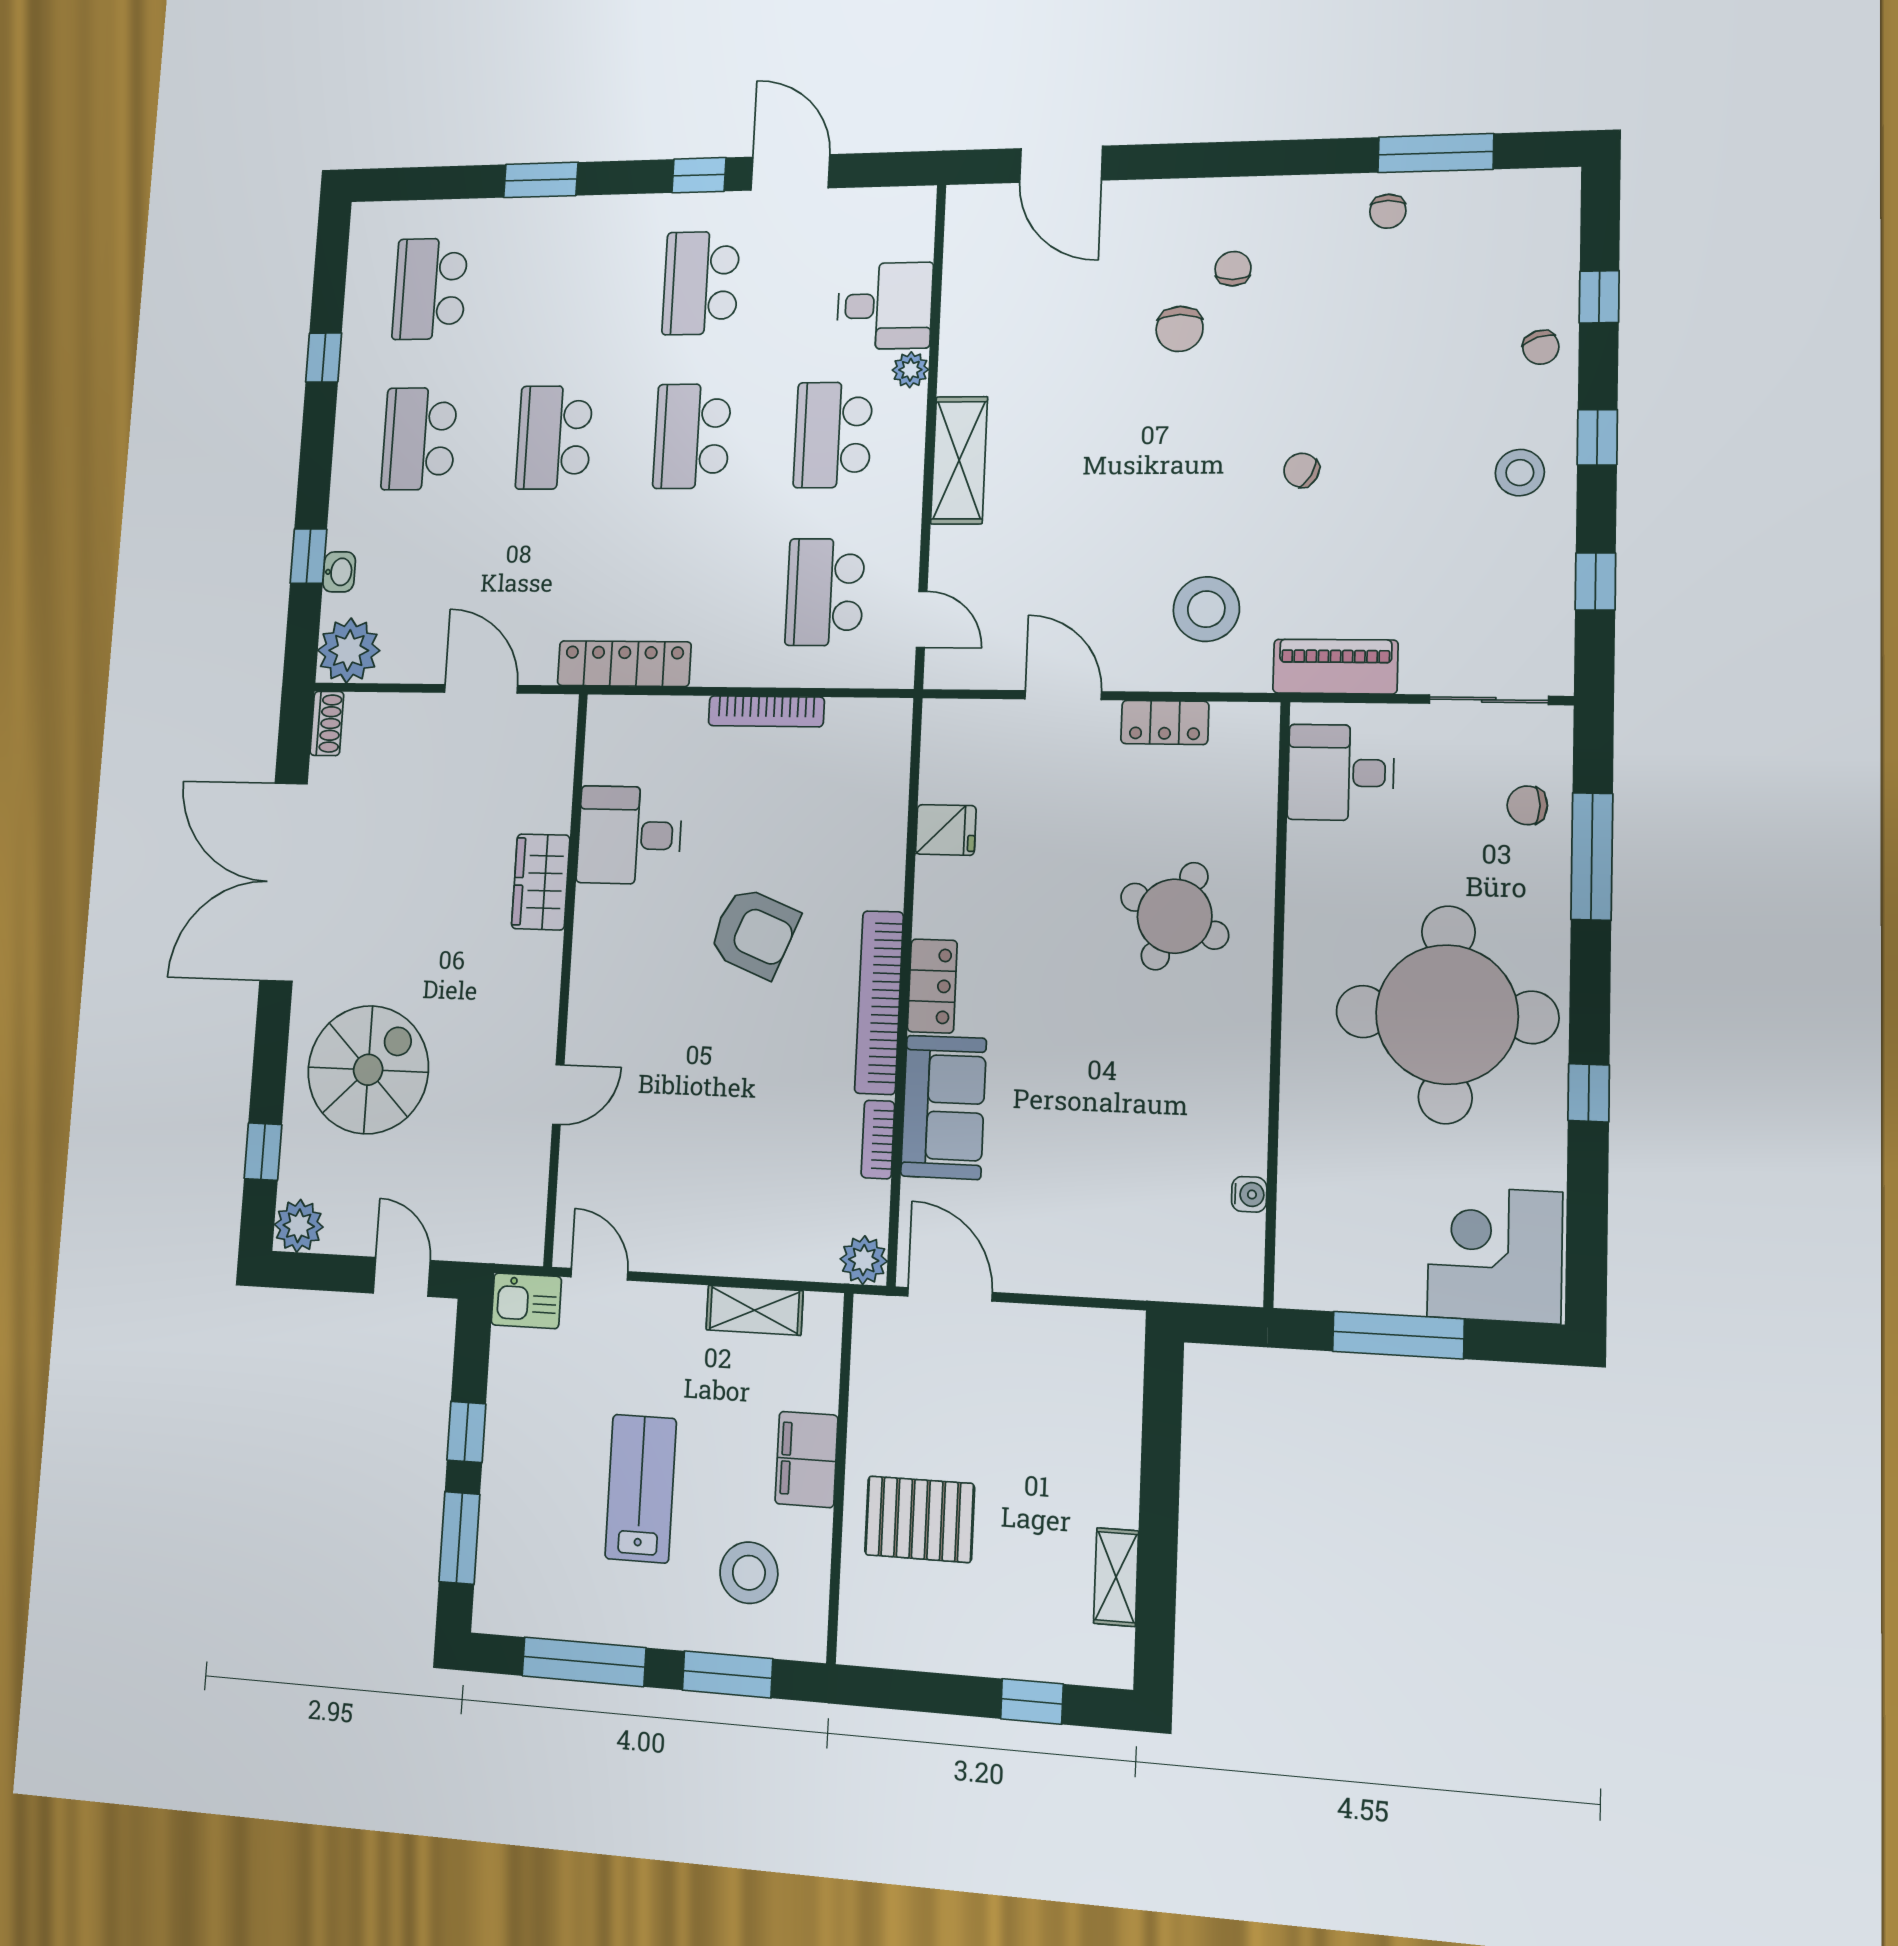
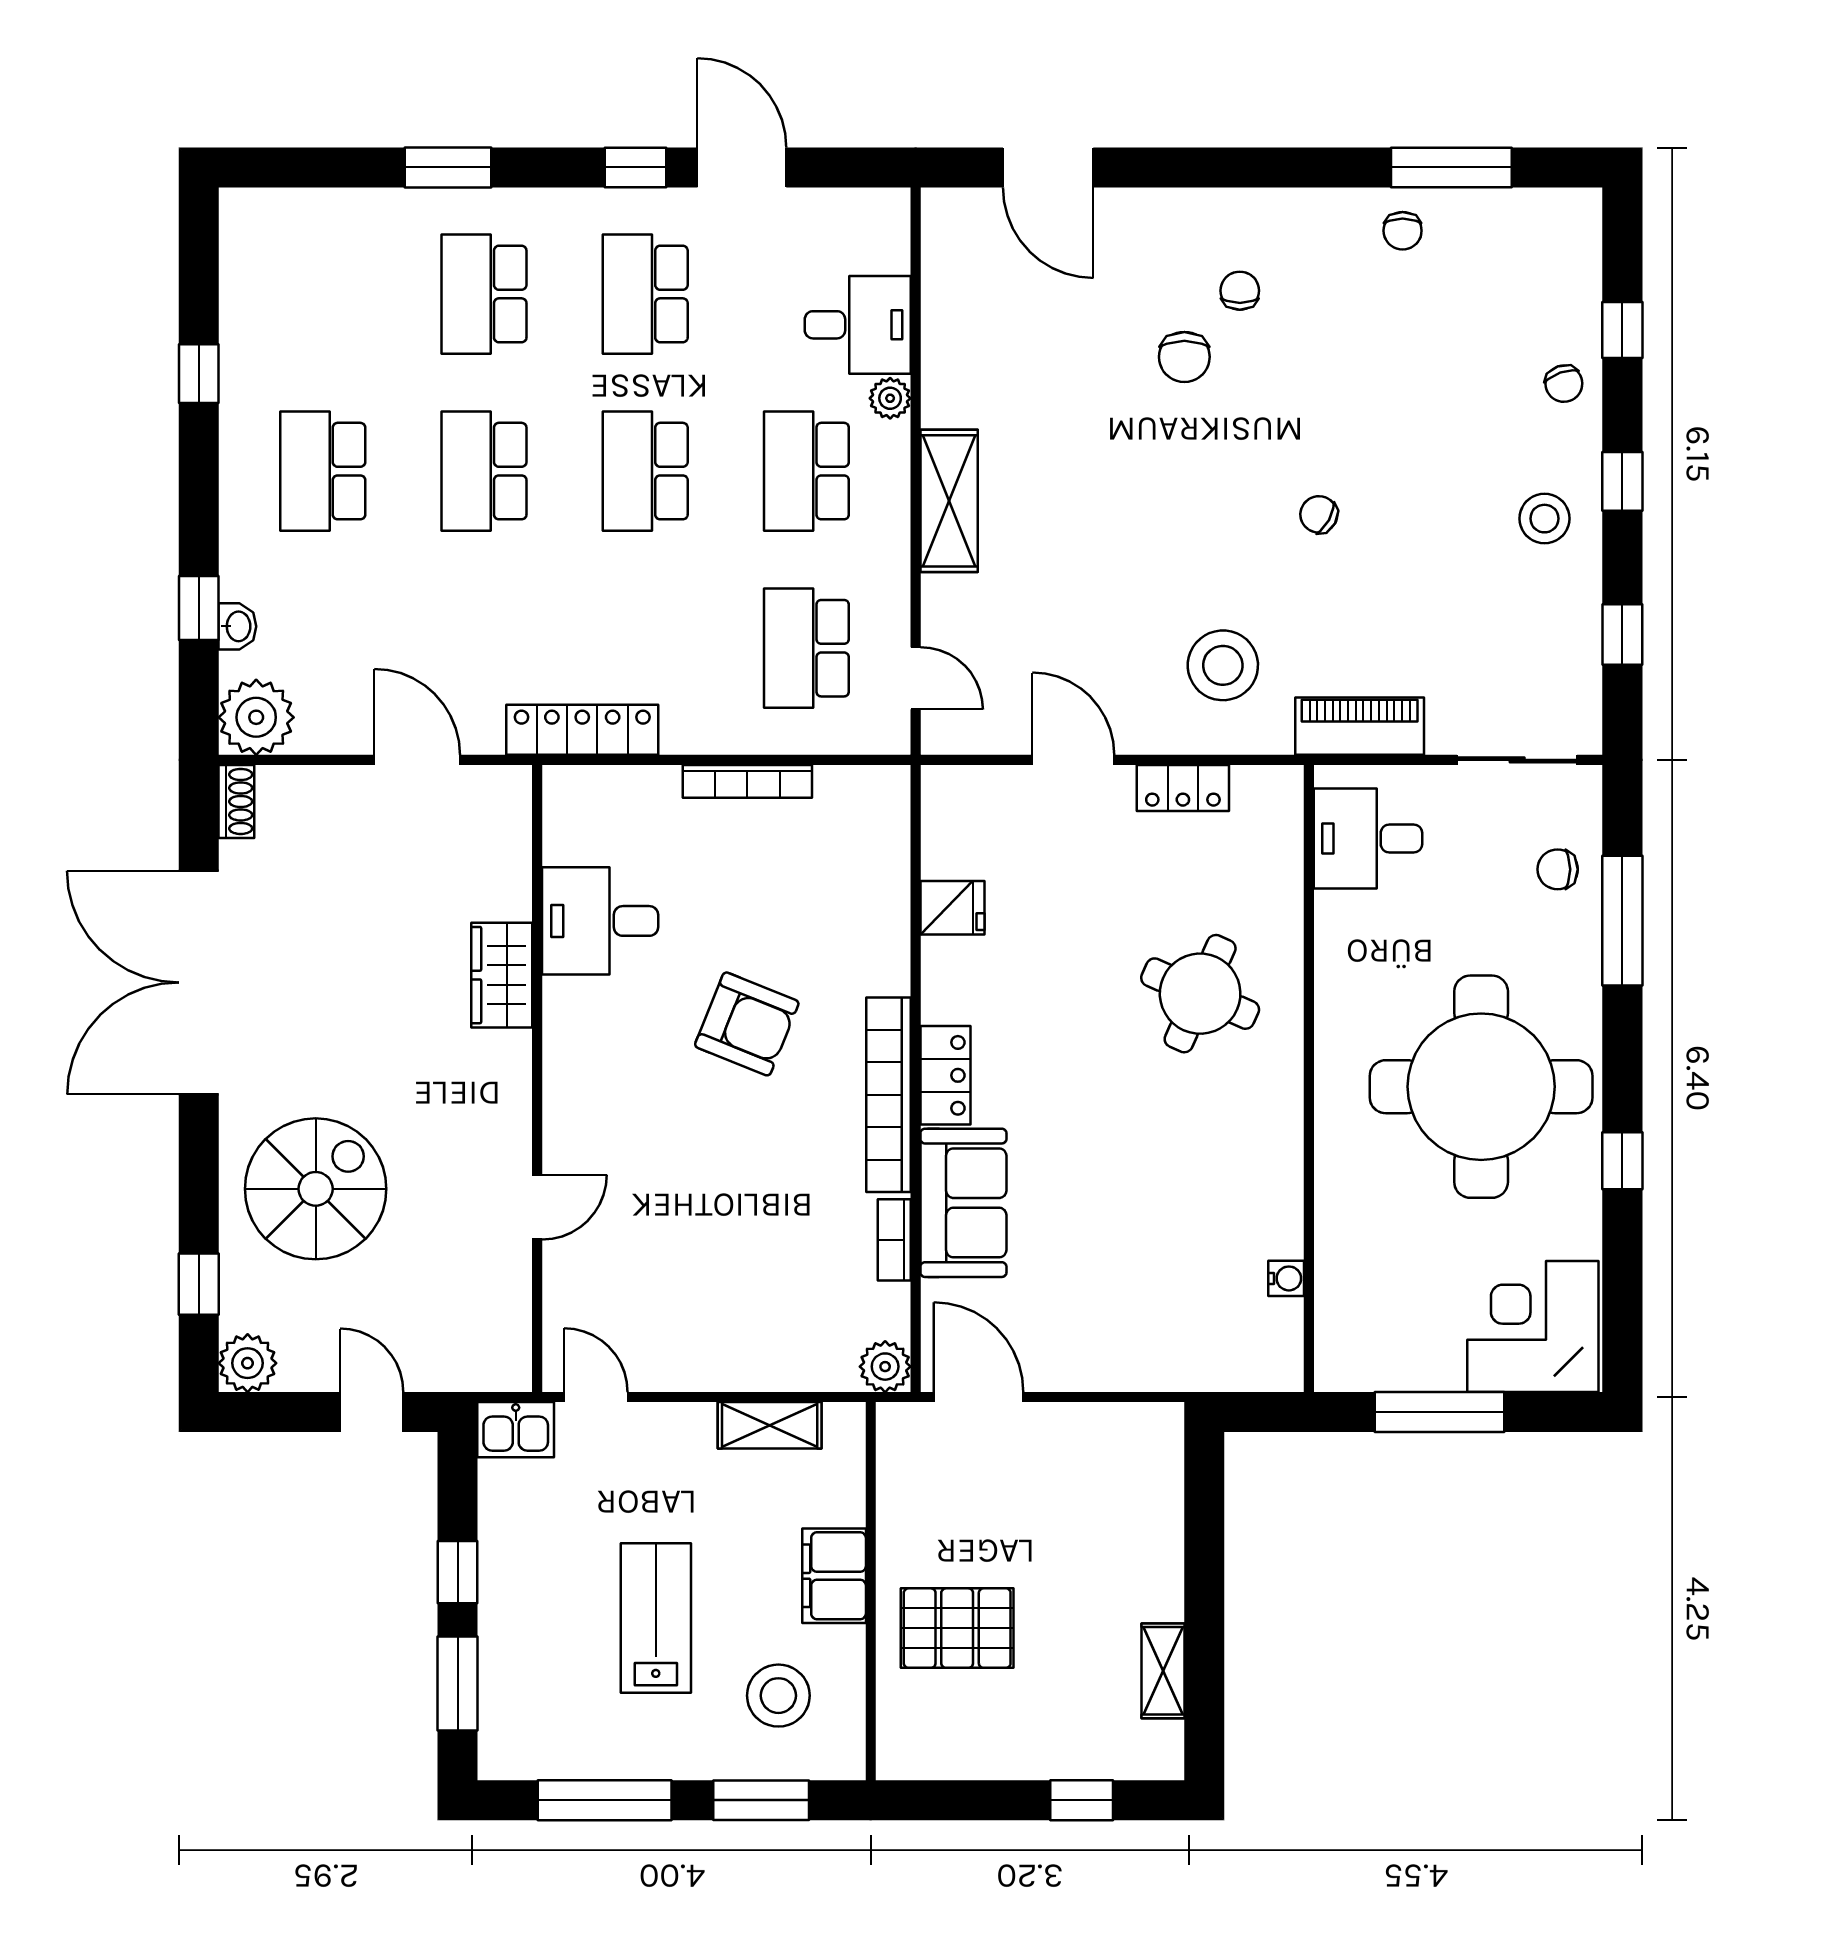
school desk: (430, 289) -> (484, 294), moved

